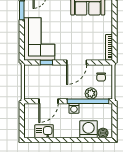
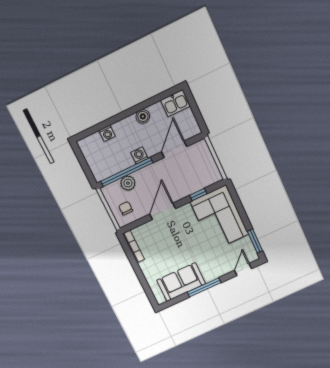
washing machine: (89, 129) -> (107, 133), width x0.53, depth x0.53
kitchen sink: (44, 131) -> (175, 103), moved
boiler: (103, 133) -> (143, 116), moved

